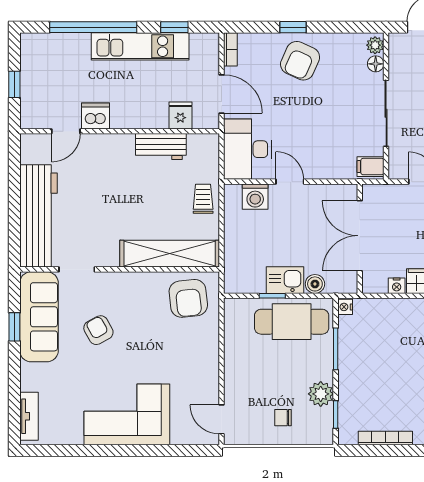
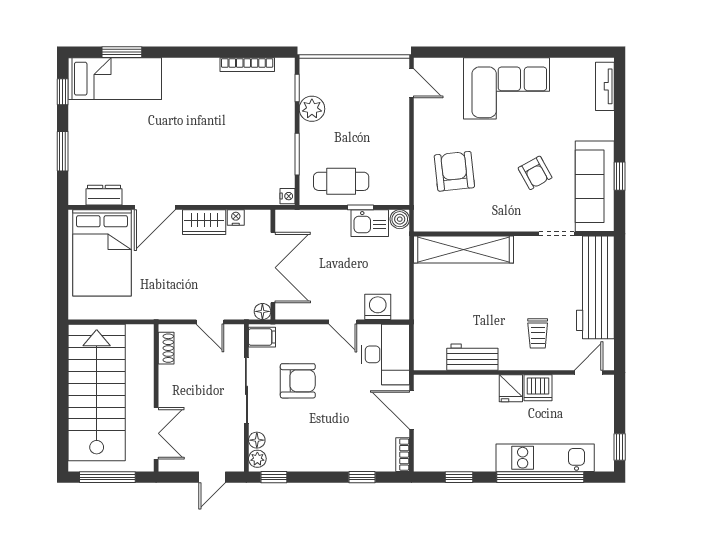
window: (293, 27) -> (362, 477), moved
window: (359, 27) -> (274, 477), added
kitchen unit: (140, 46) -> (545, 458), moved
armchair: (300, 61) -> (298, 381), moved, turned 66
window: (14, 84) -> (620, 447), moved
fridge: (180, 115) -> (511, 388), moved
door: (66, 131) -> (589, 372), moved
floor lamp: (370, 192) -> (262, 311), added
trolley: (203, 199) -> (538, 333), moved
kitchen sink: (285, 280) -> (370, 223), moved
boiler: (315, 284) -> (400, 219), moved
armchair: (188, 298) -> (454, 171), moved
cafe table: (292, 322) -> (341, 181), width x0.73, depth x0.74
chair: (283, 418) -> (350, 85), removed

